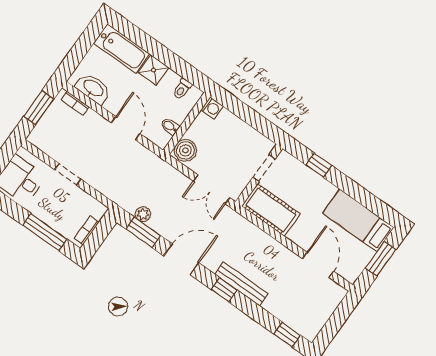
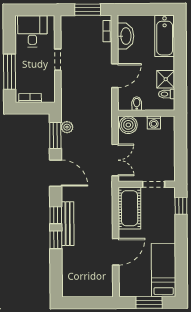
shower: (154, 70) -> (166, 79), moved
washing machine: (212, 108) -> (154, 123), moved
window: (319, 165) -> (181, 206), moved
double door: (212, 189) -> (115, 160), swing flipped
door: (318, 265) -> (116, 252), moved
window: (287, 335) -> (56, 240), moved

